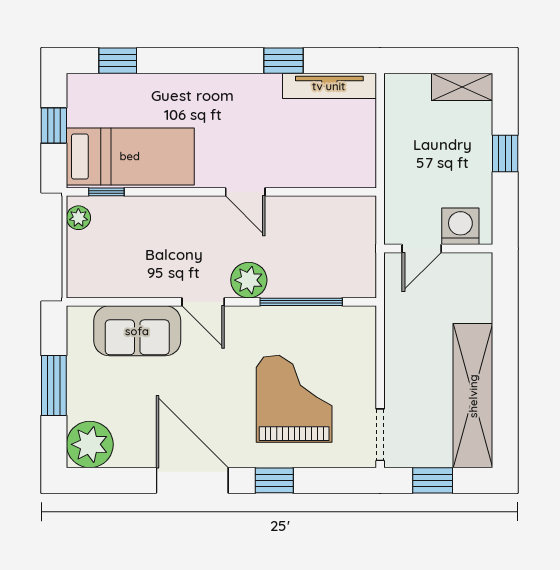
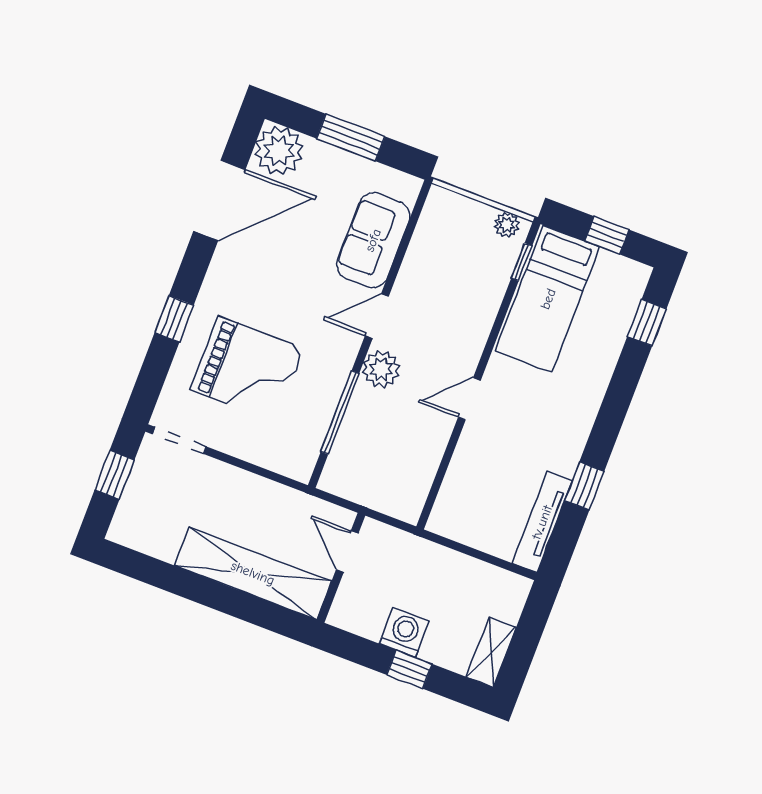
washing machine: (460, 226) -> (404, 632), moved, turned -90
shelving: (473, 396) -> (253, 573), moved
door: (192, 480) -> (219, 200), moved

